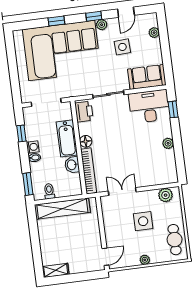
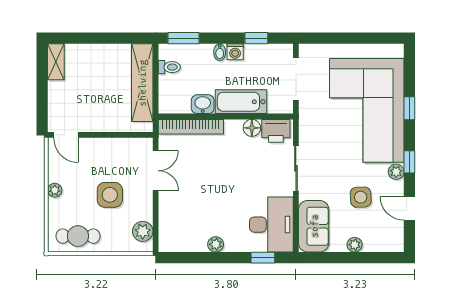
plant: (154, 33) -> (355, 245), moved
floor lamp: (86, 141) -> (252, 128), moved

